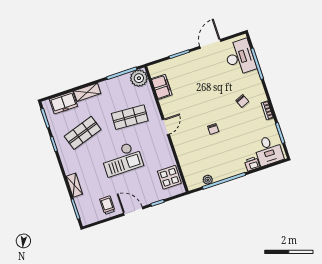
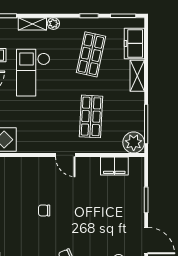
shop shelf: (83, 133) -> (91, 54), turned 30
checkout: (122, 159) -> (33, 73), moved
plant: (69, 169) -> (53, 24), added

